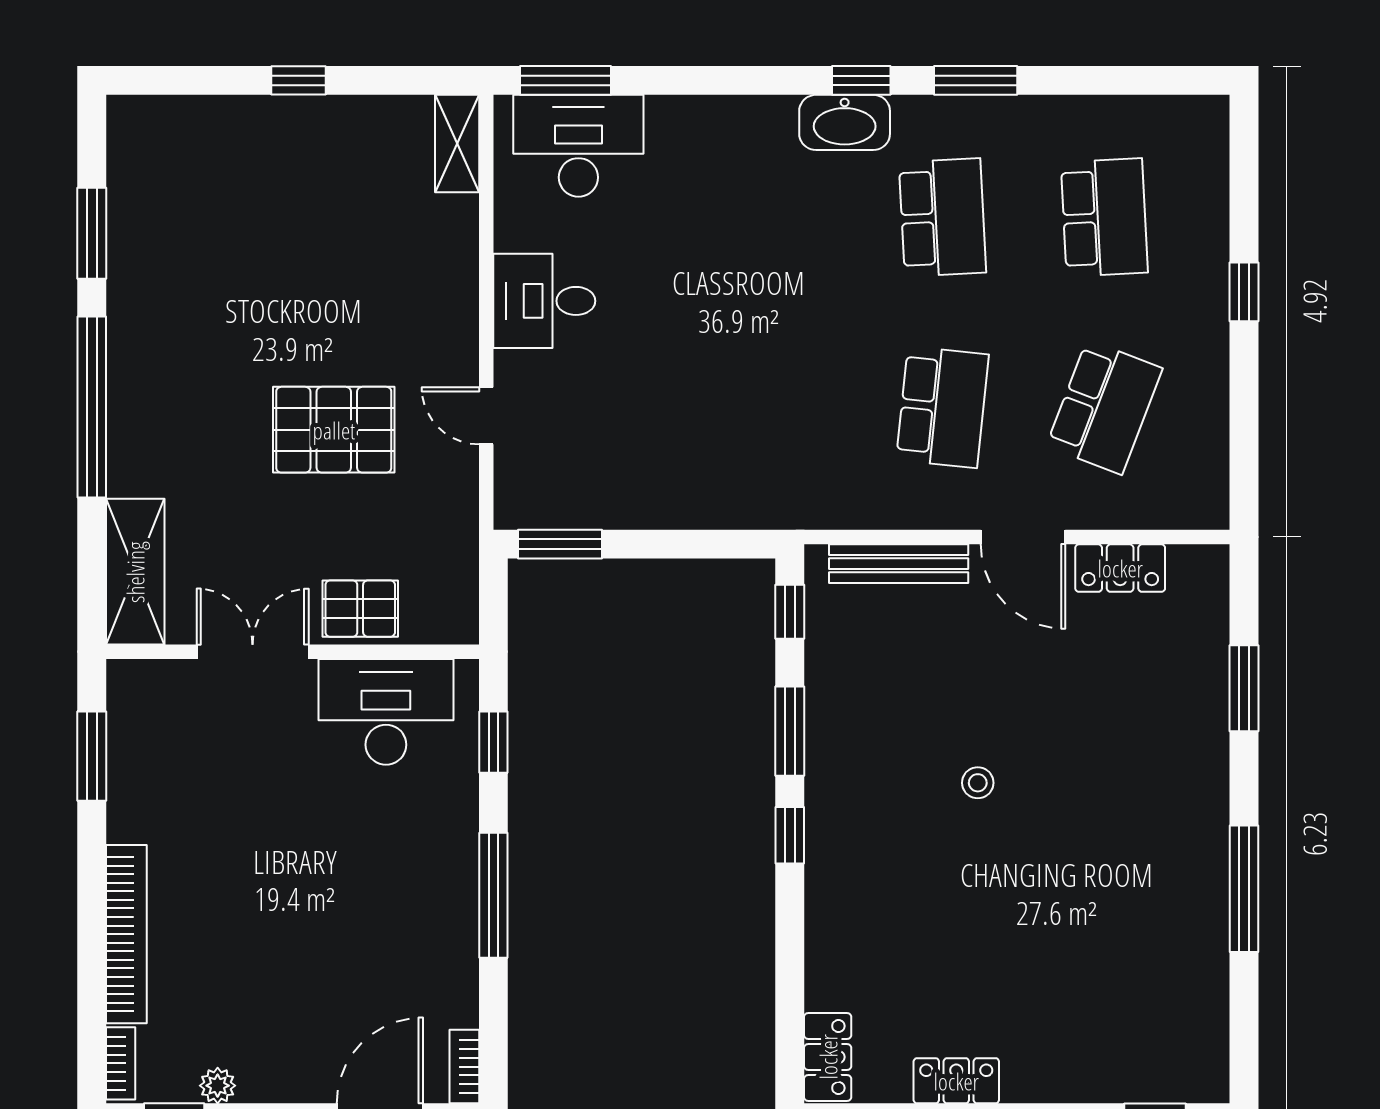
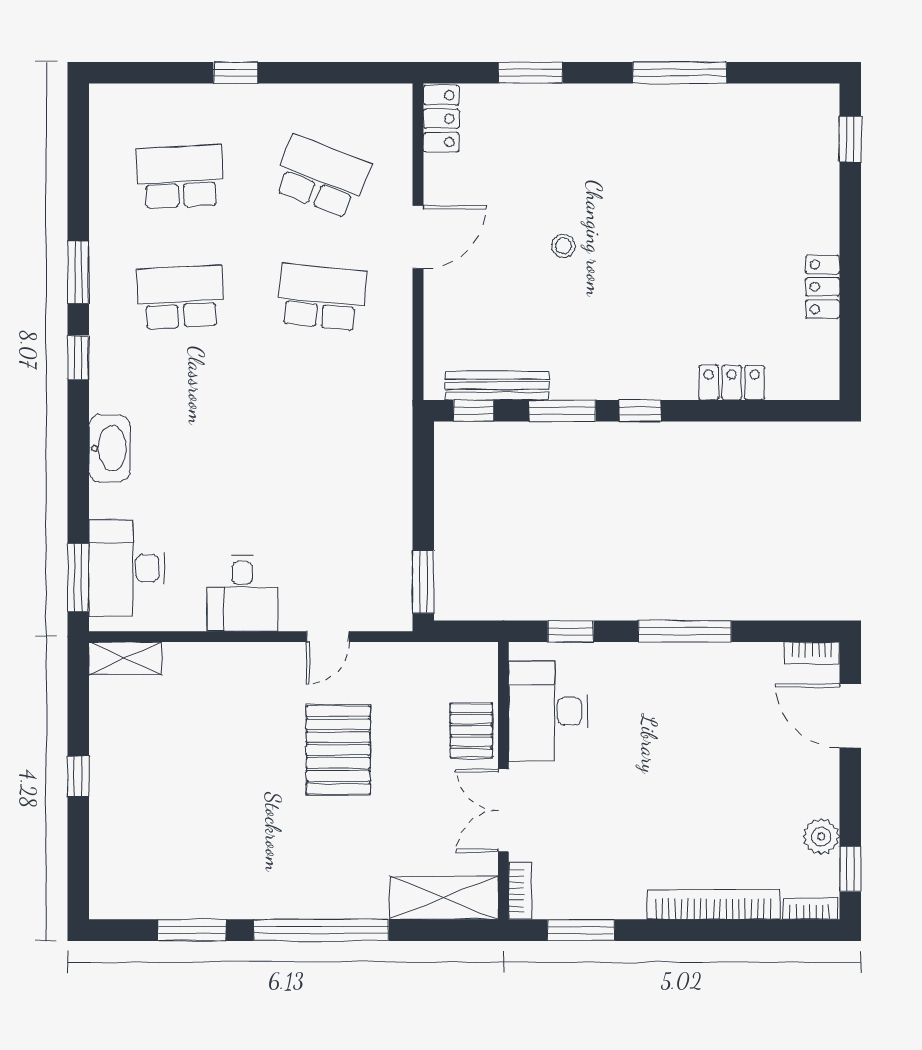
washbasin: (845, 122) -> (109, 448), moved
bench: (899, 564) -> (497, 386), moved, turned 90
locker: (1120, 568) -> (441, 119), moved
bookcase: (144, 674) -> (520, 891), added
stool: (978, 783) -> (564, 246), moved
locker: (828, 1057) -> (732, 383), moved
plant: (218, 1086) -> (821, 837), width x1.38, depth x1.38

